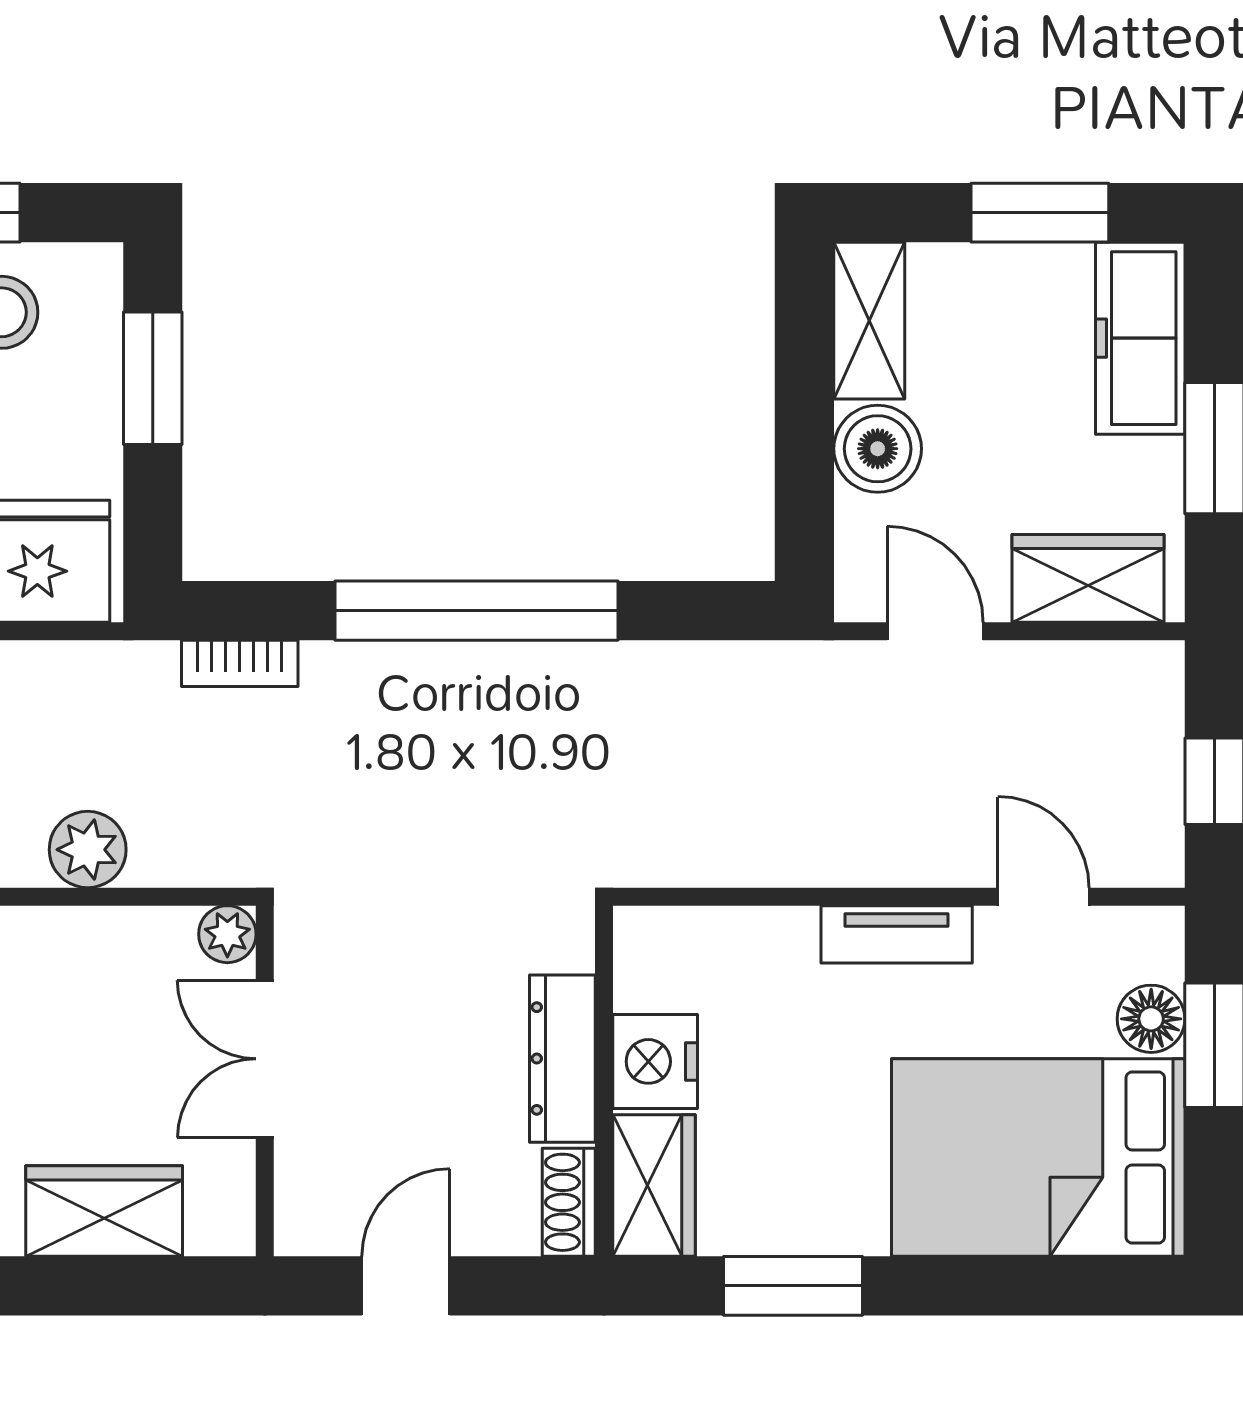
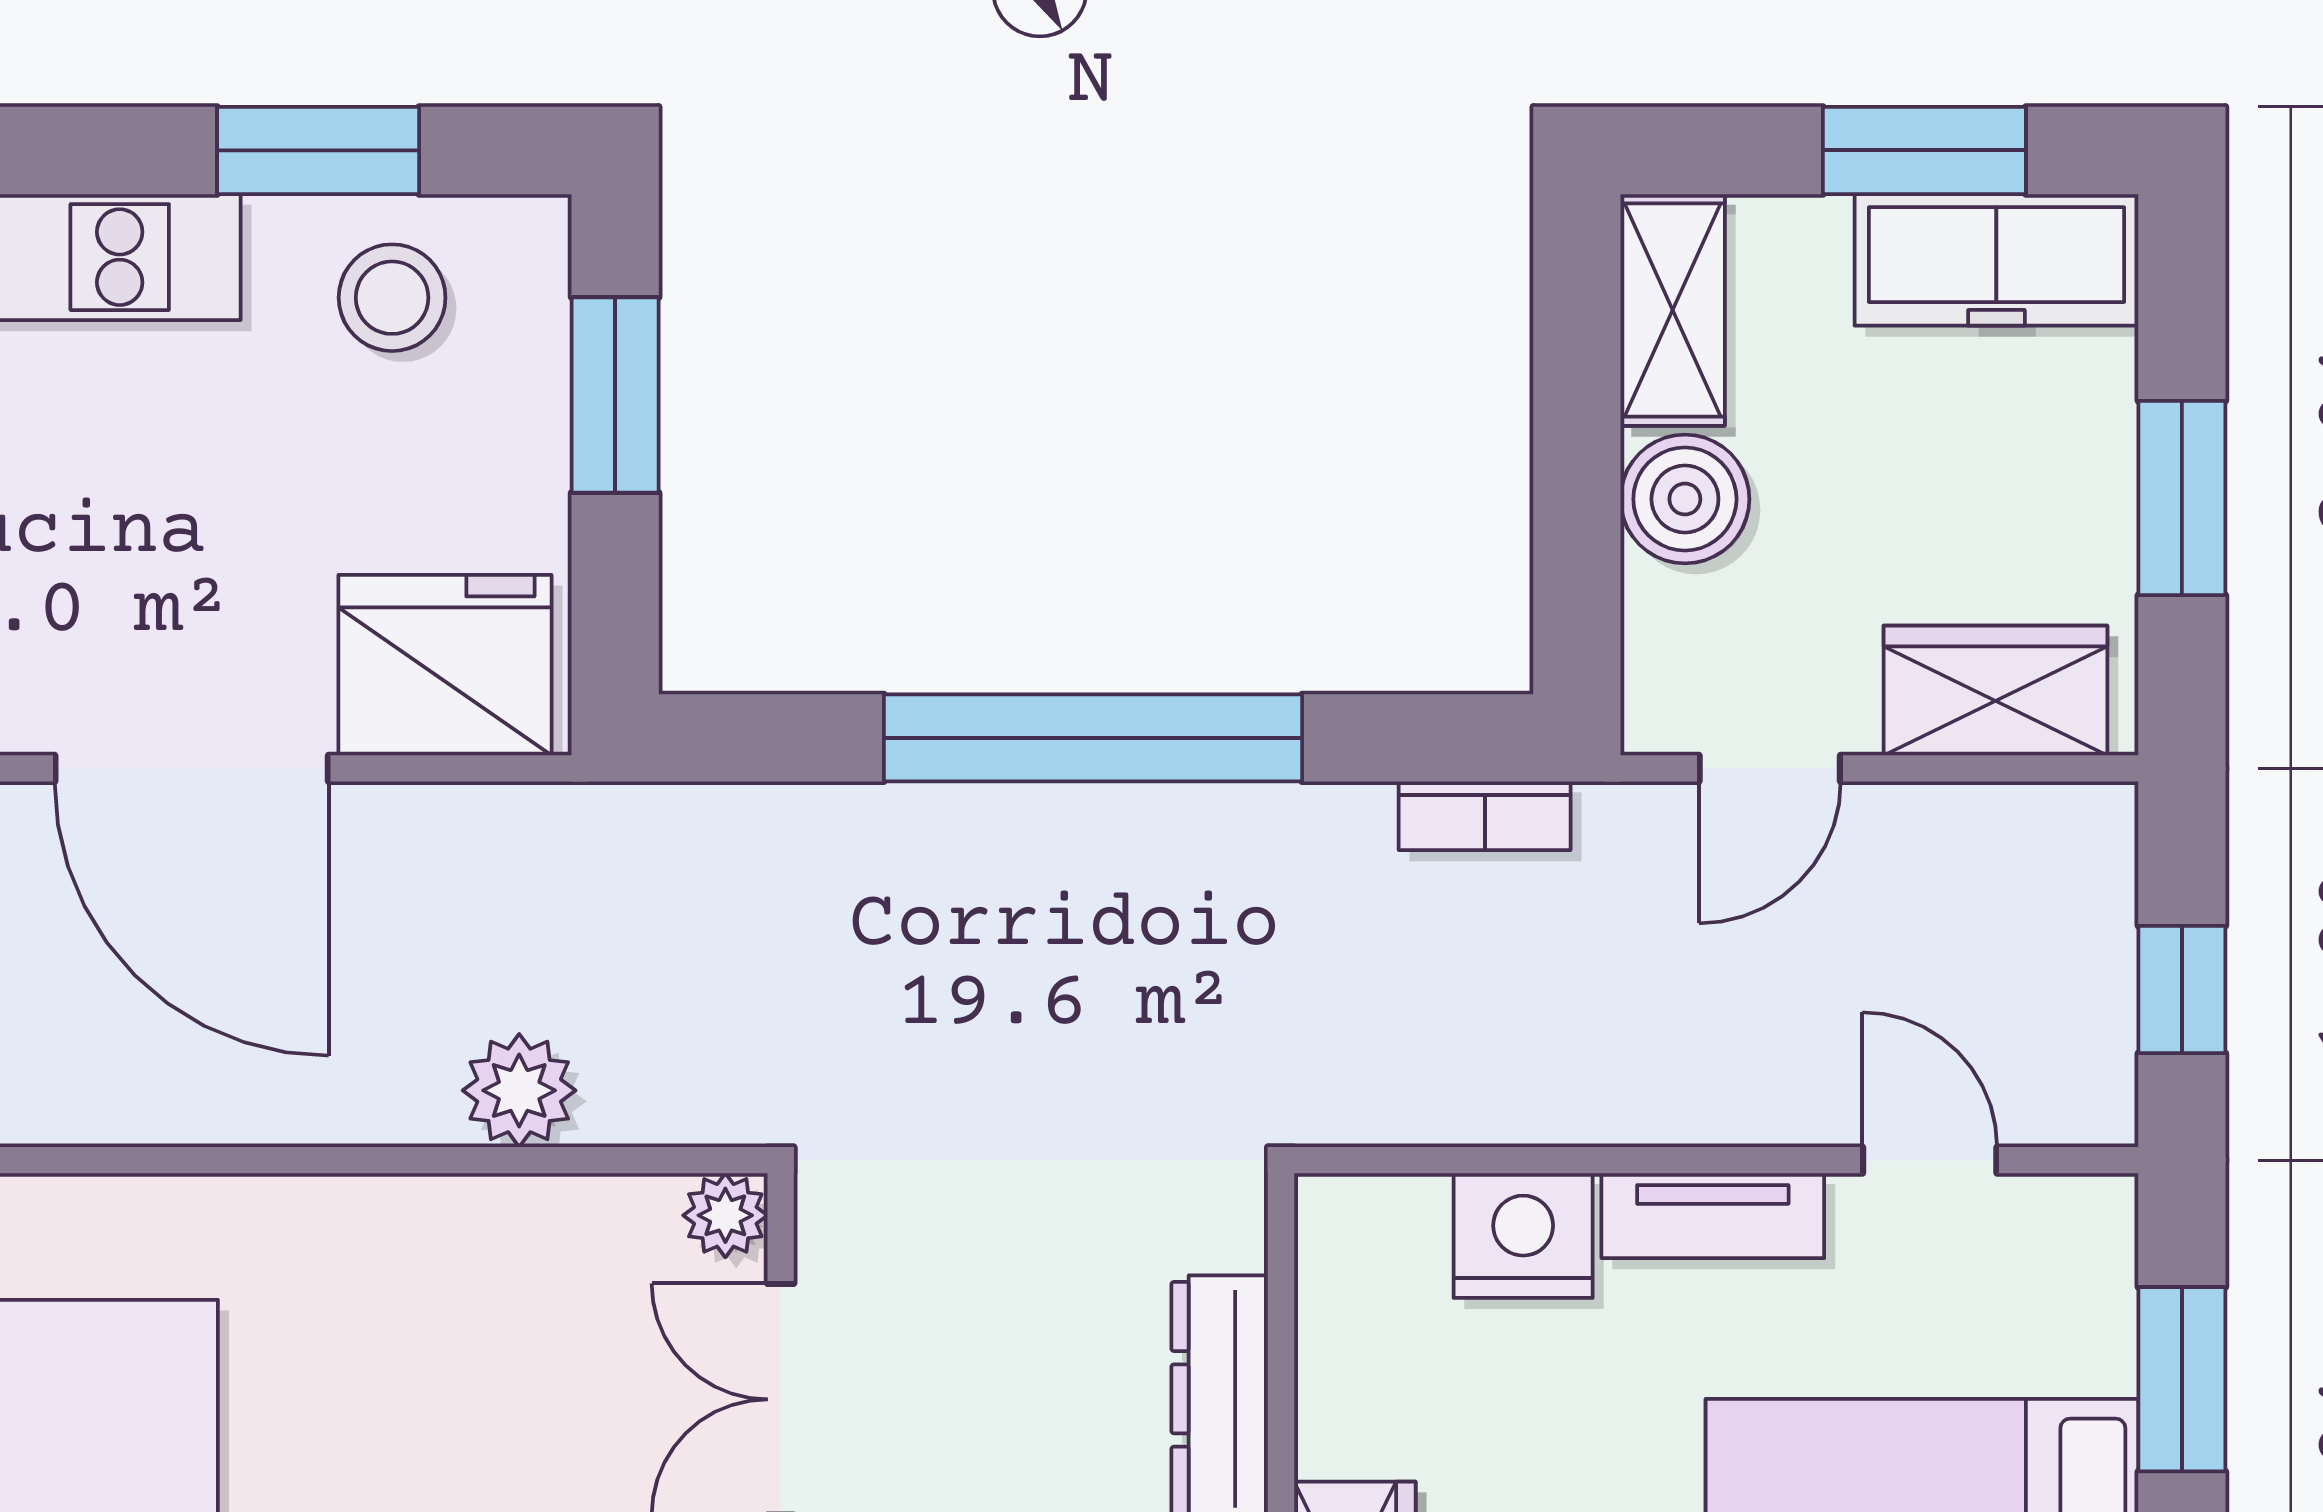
freezer: (1140, 338) -> (1996, 260), moved, turned -90
door: (935, 631) -> (1770, 768), swing flipped
bookcase: (240, 663) -> (1485, 816), moved
floor lamp: (1151, 1019) -> (2088, 1340), removed
nightstand: (655, 1061) -> (1523, 1236), moved, turned 90

